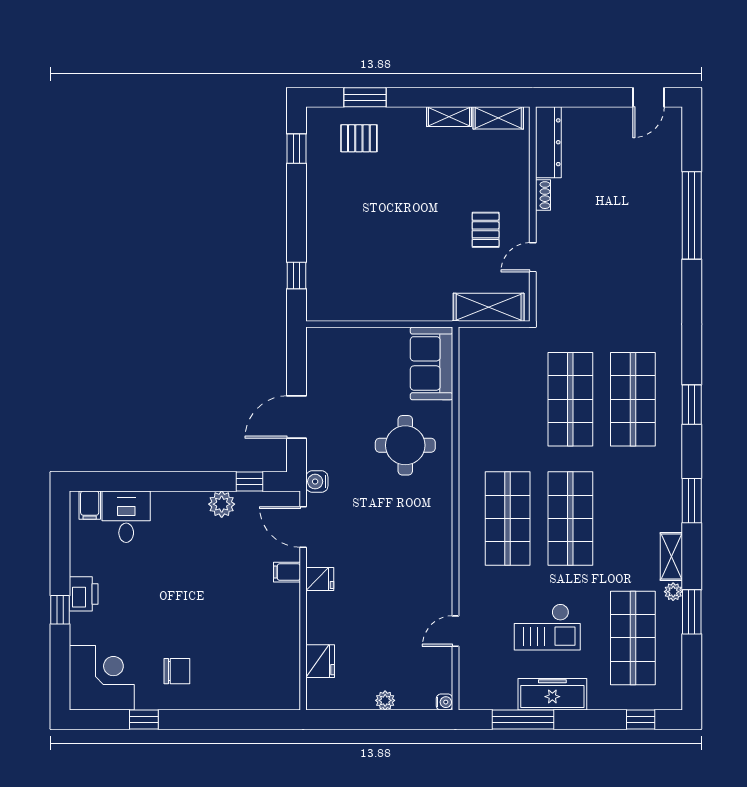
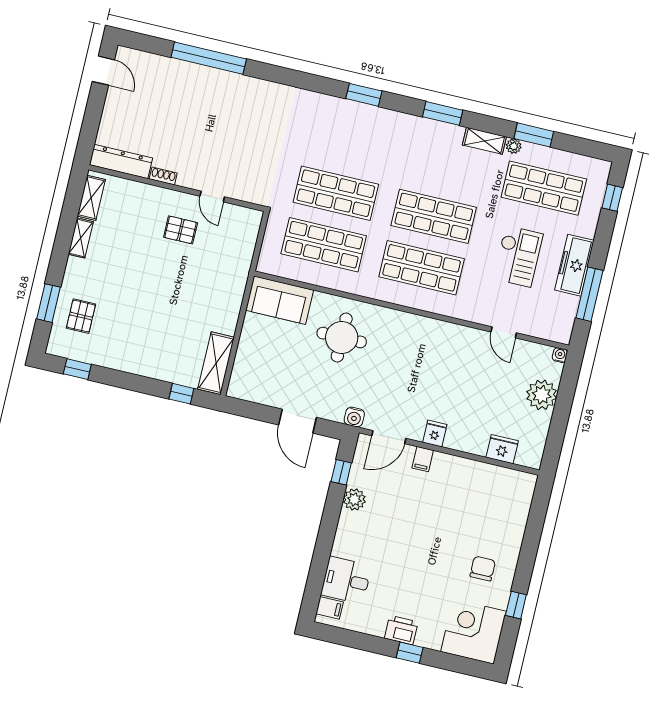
shelving: (489, 307) -> (216, 363), moved
shop shelf: (633, 399) -> (324, 245), moved
plant: (385, 700) -> (542, 395), width x1.88, depth x1.88

